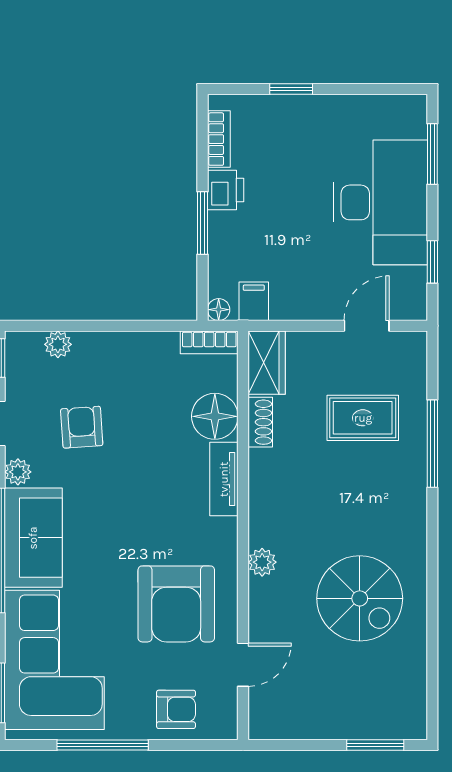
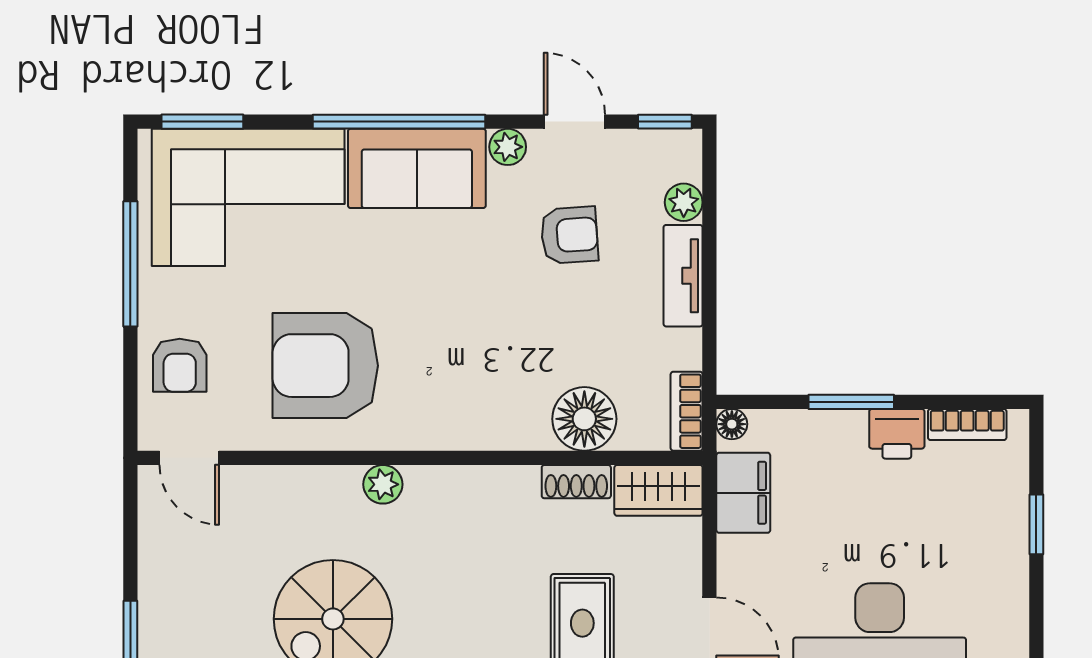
filing cabinet: (254, 301) -> (743, 493), width x2.00
tv unit: (224, 479) -> (683, 276), moved, turned -90
door: (243, 665) -> (189, 458), moved

